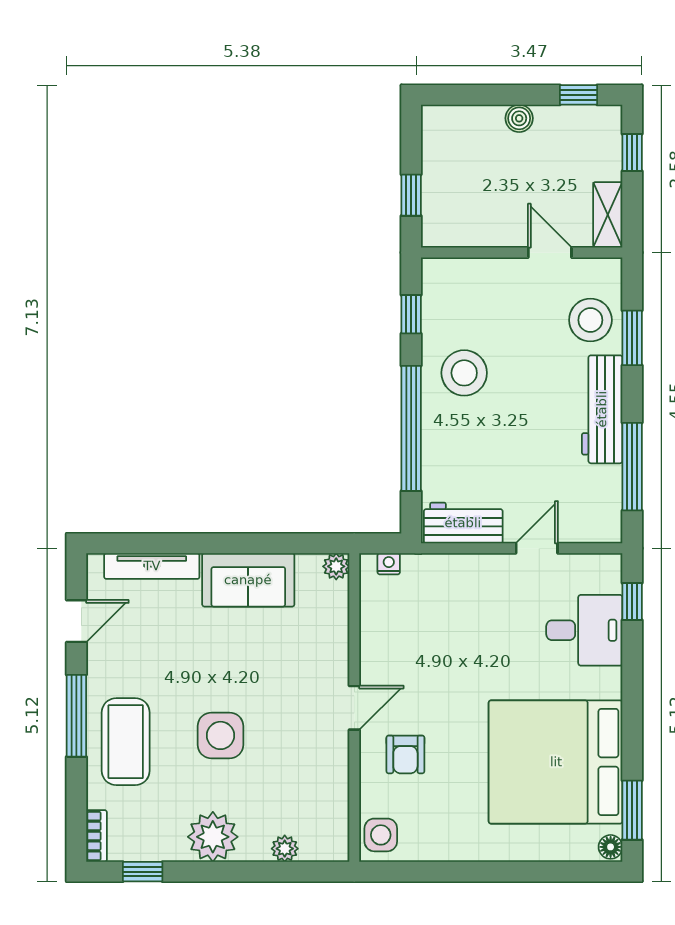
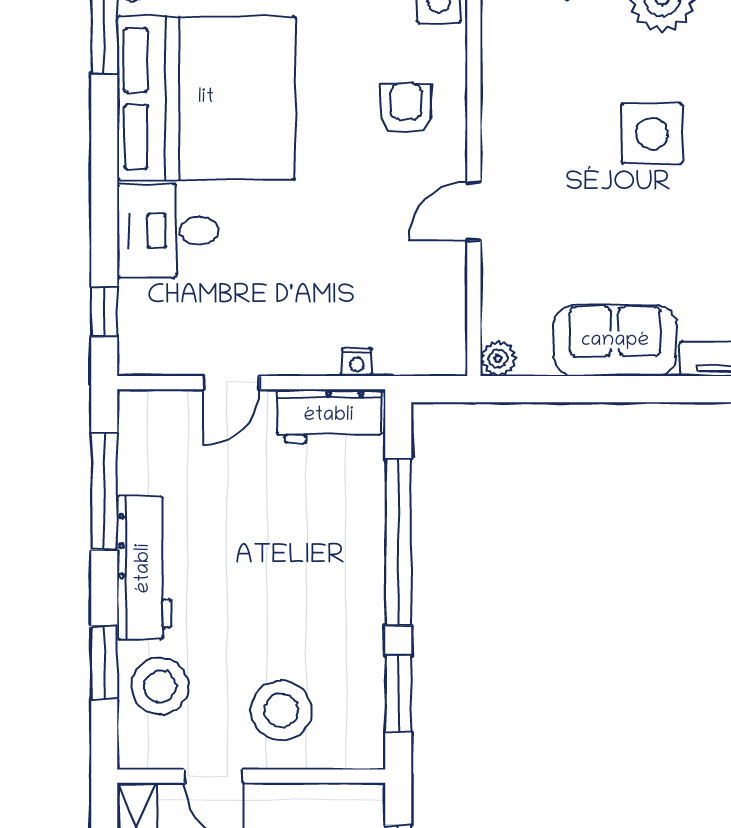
window: (411, 314) -> (398, 694), width x1.50
stool: (464, 373) -> (281, 711), moved
nightstand: (389, 564) -> (357, 362), moved
desk: (584, 630) -> (168, 231), moved
door: (354, 708) -> (474, 211), moved

